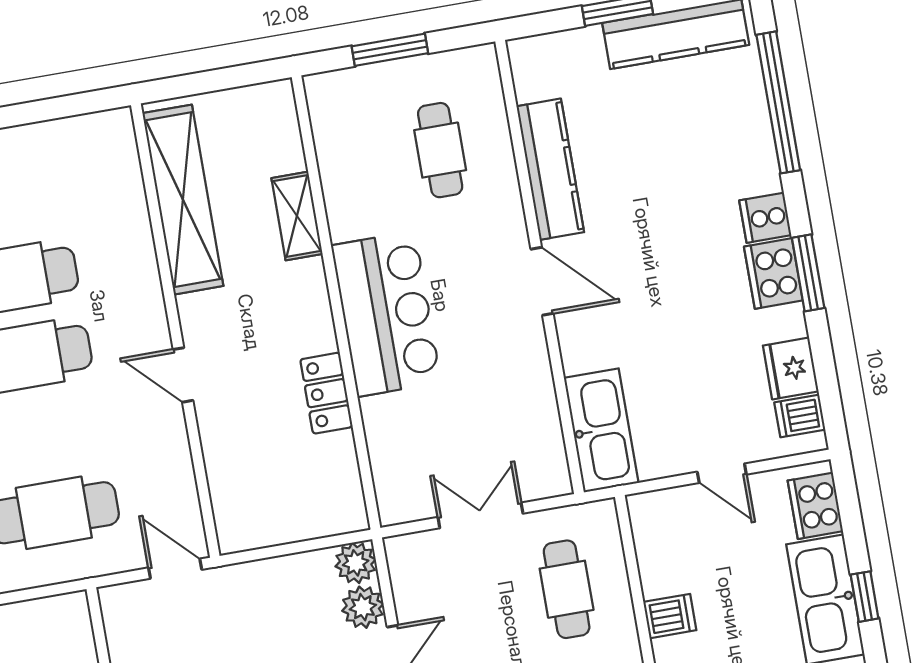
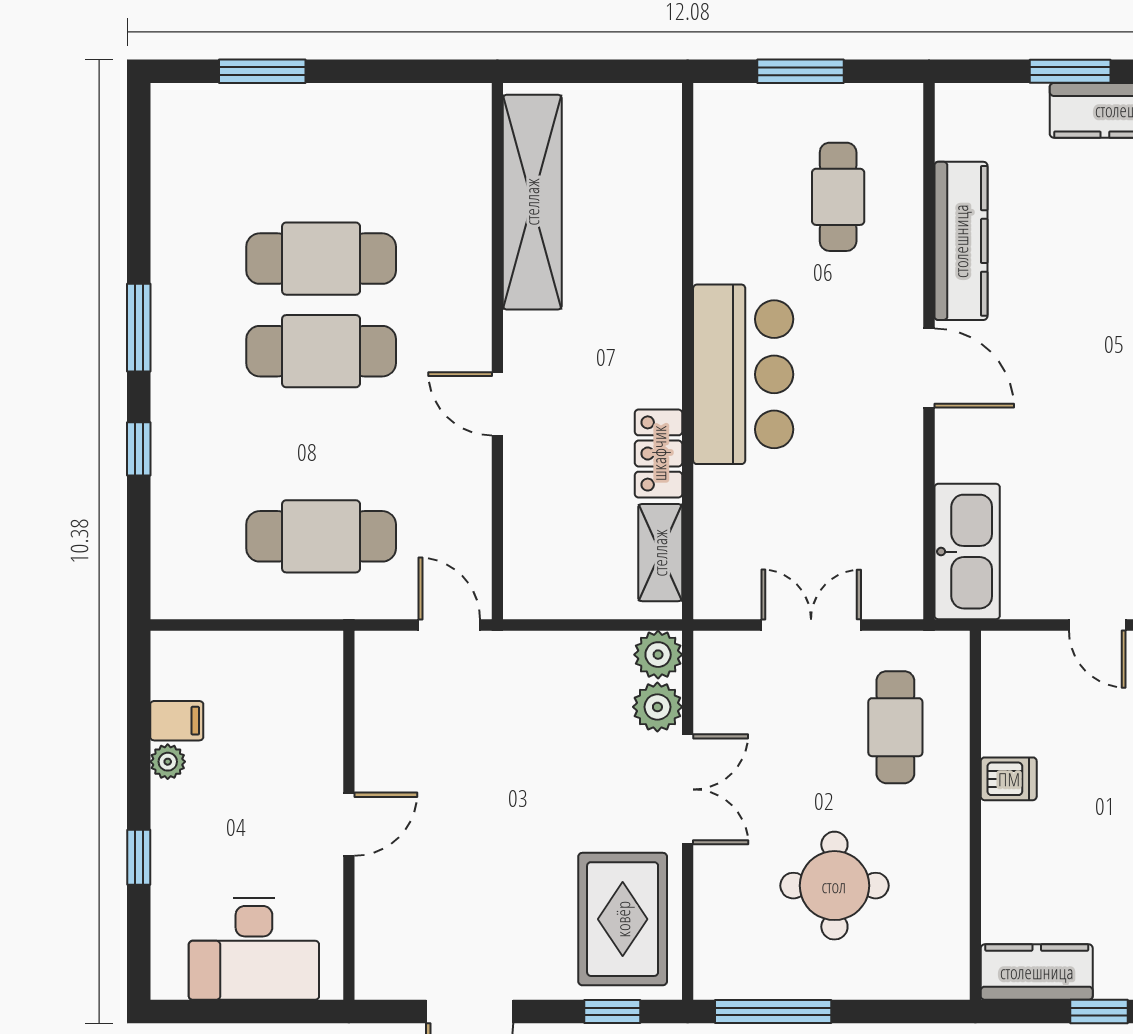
shelving: (297, 216) -> (660, 553), moved

